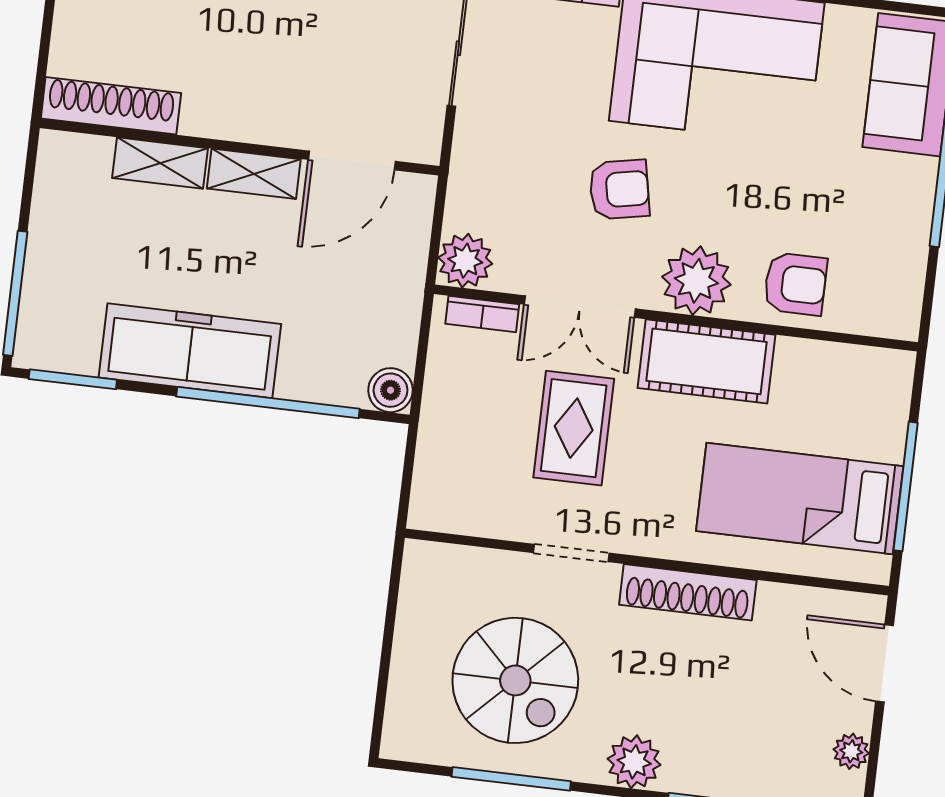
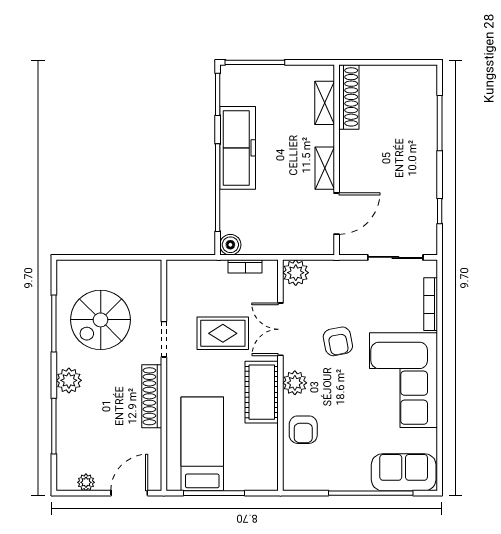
door: (352, 160) -> (337, 214), swing flipped
shelving: (160, 163) -> (325, 103), moved
plant: (696, 281) -> (295, 383), width x0.73, depth x0.73
bookcase: (482, 314) -> (245, 266), moved, turned -90

